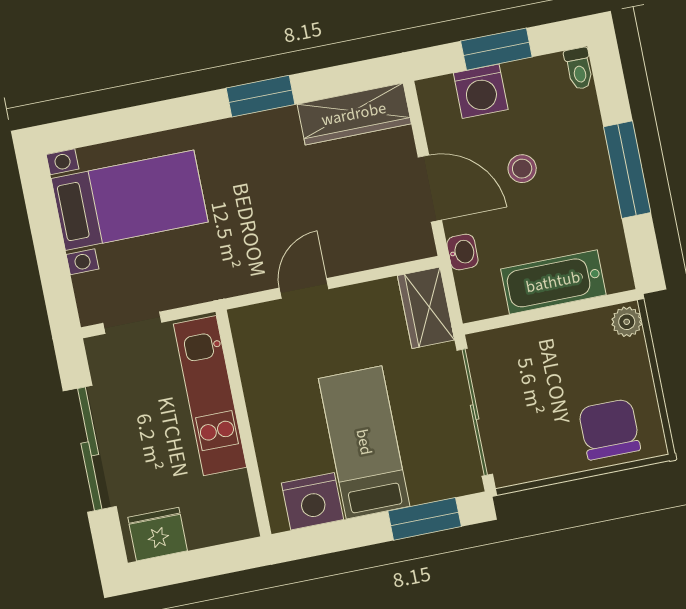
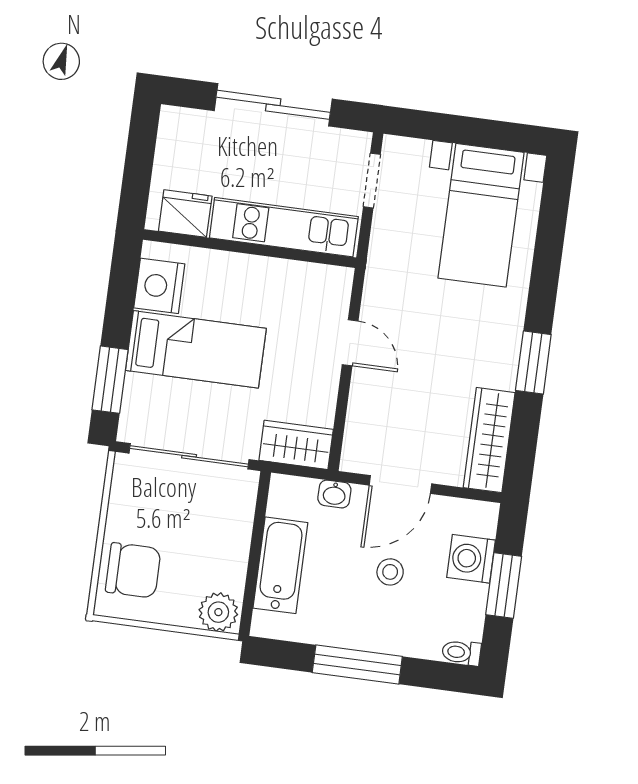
plant: (627, 322) -> (218, 612), width x1.38, depth x1.38
fridge: (158, 534) -> (185, 214), moved, turned -90

